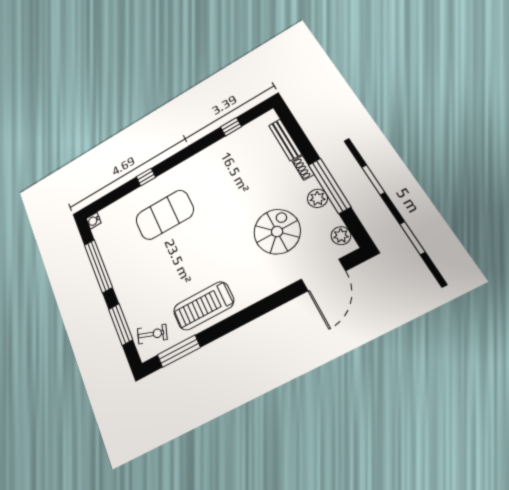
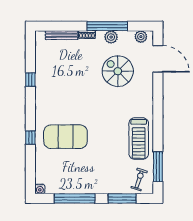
window: (231, 127) -> (30, 80), moved
exercise mat: (164, 215) -> (65, 137), turned 90

